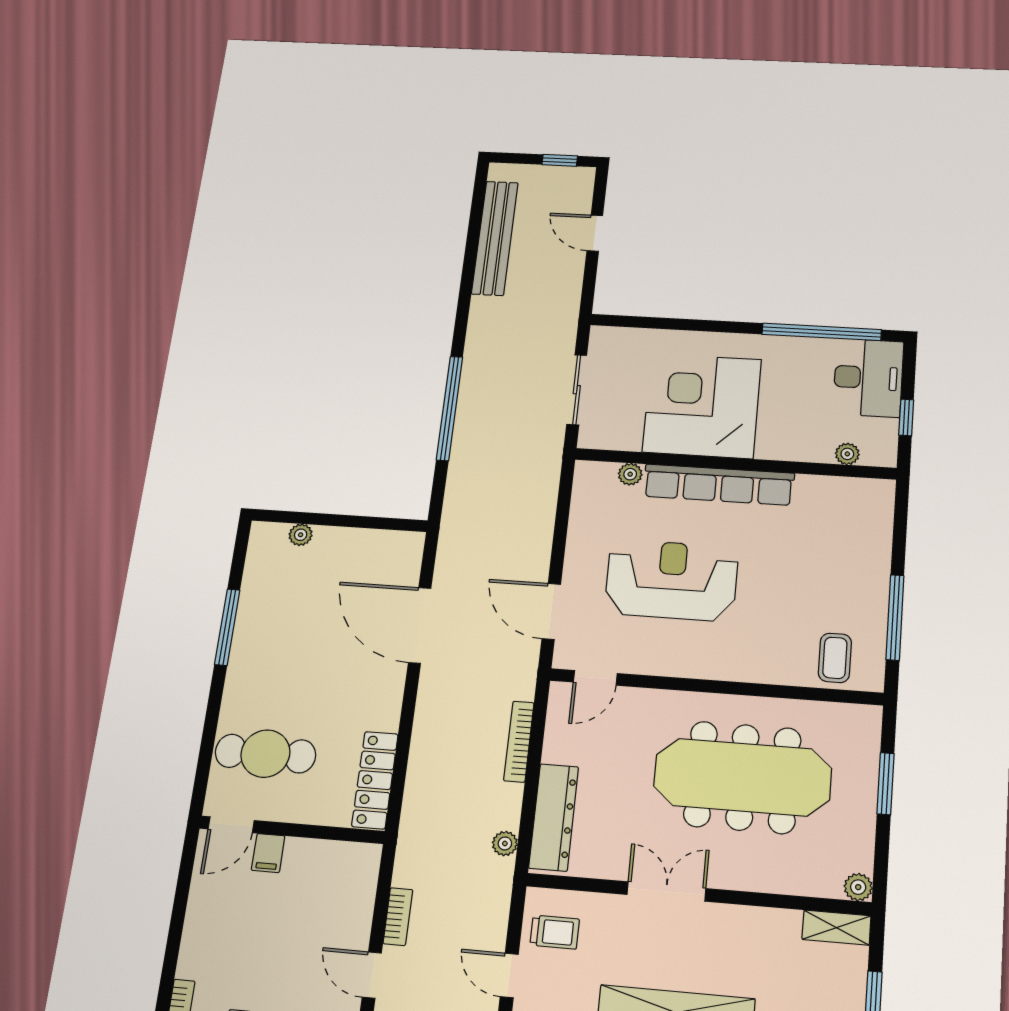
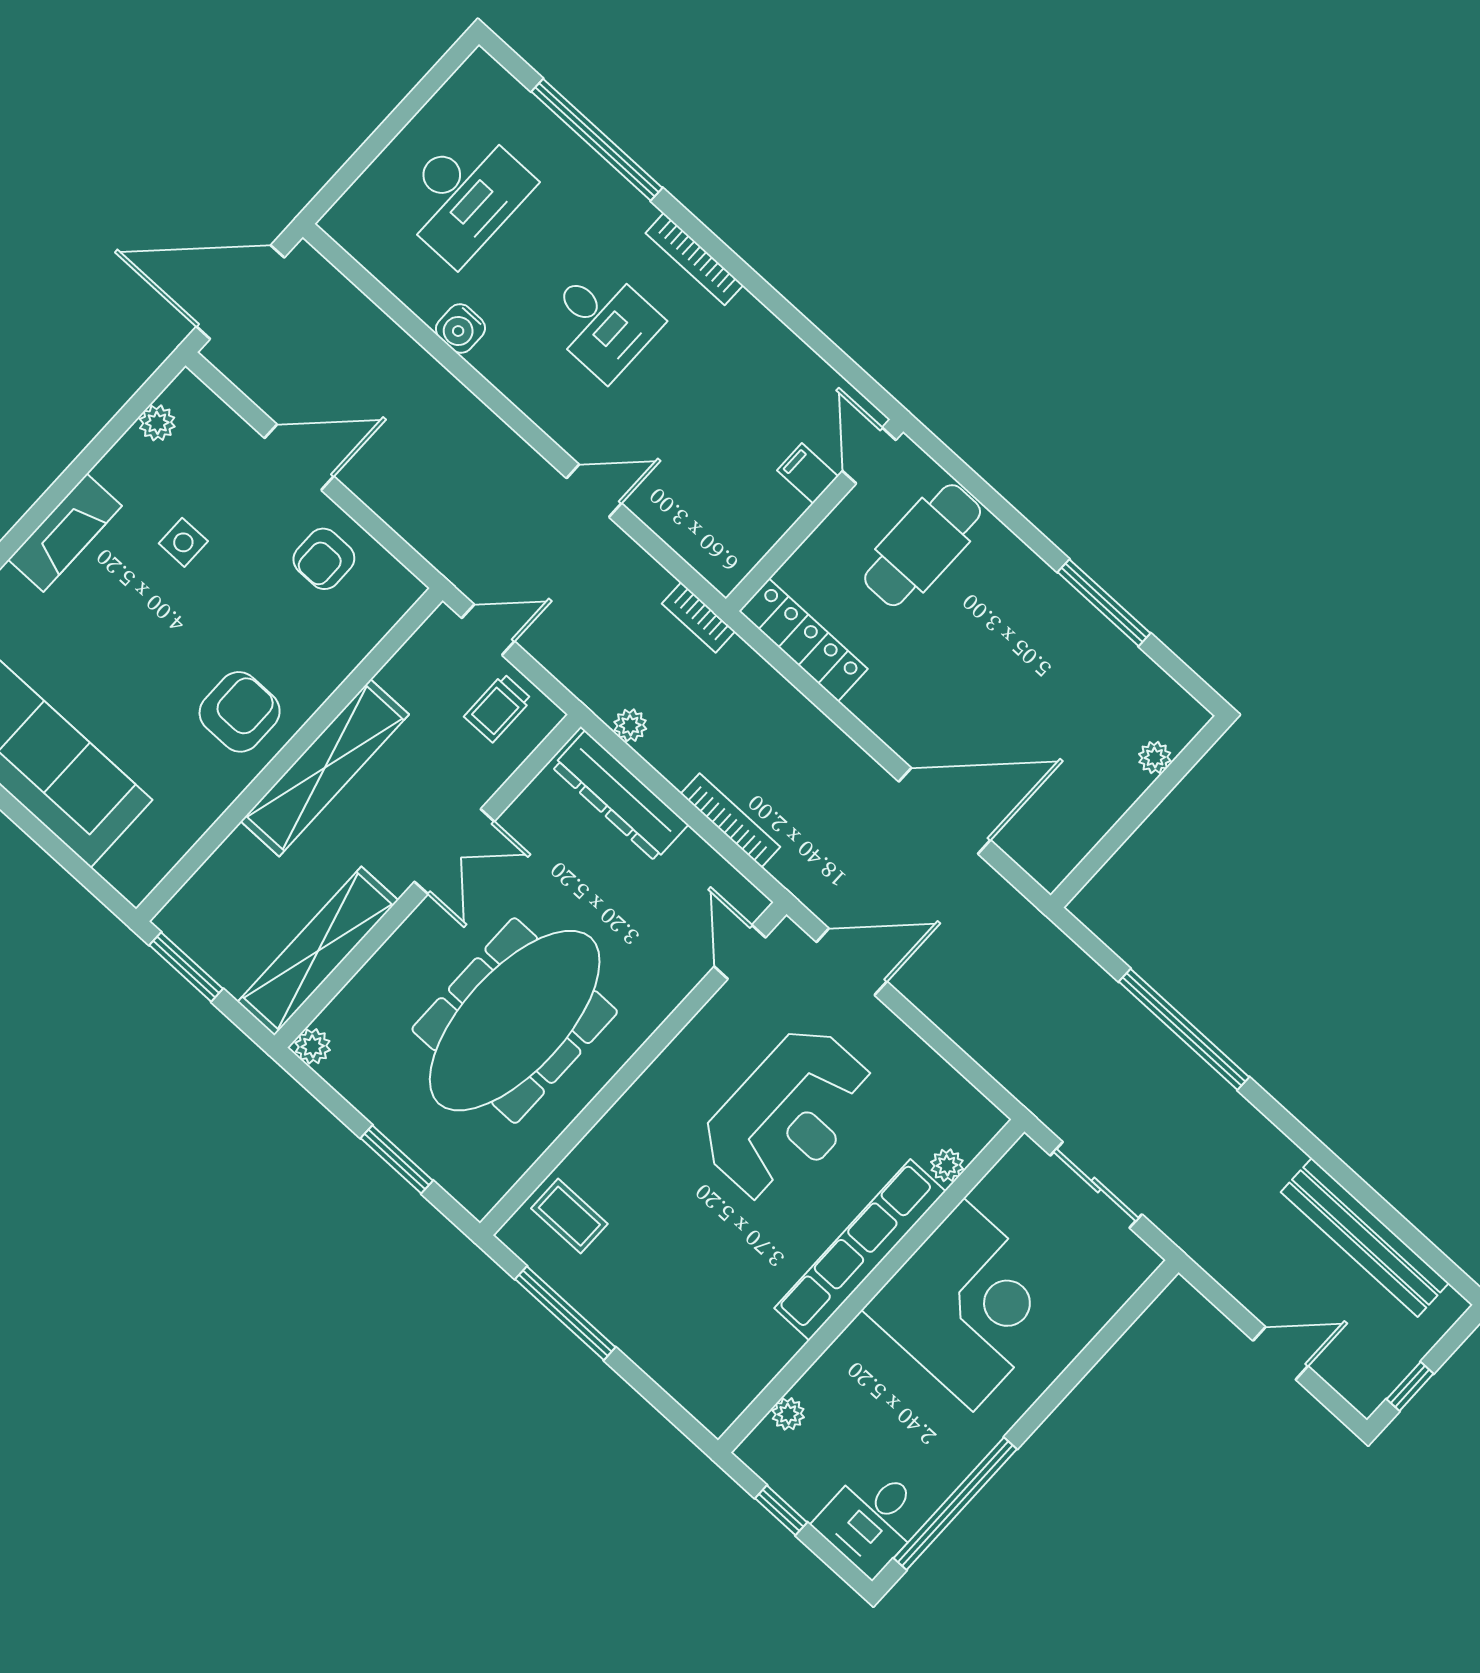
desk: (868, 378) -> (872, 1519), width x0.73
bookcase: (398, 917) -> (698, 618), moved
shelving: (836, 928) -> (318, 951), width x2.20, depth x1.33

